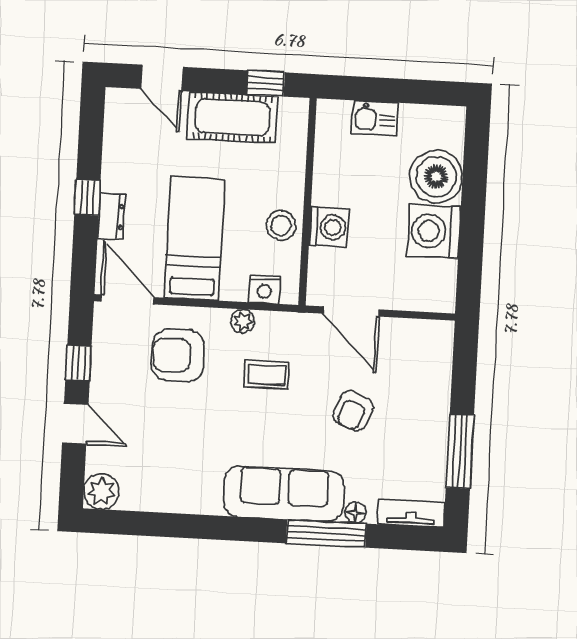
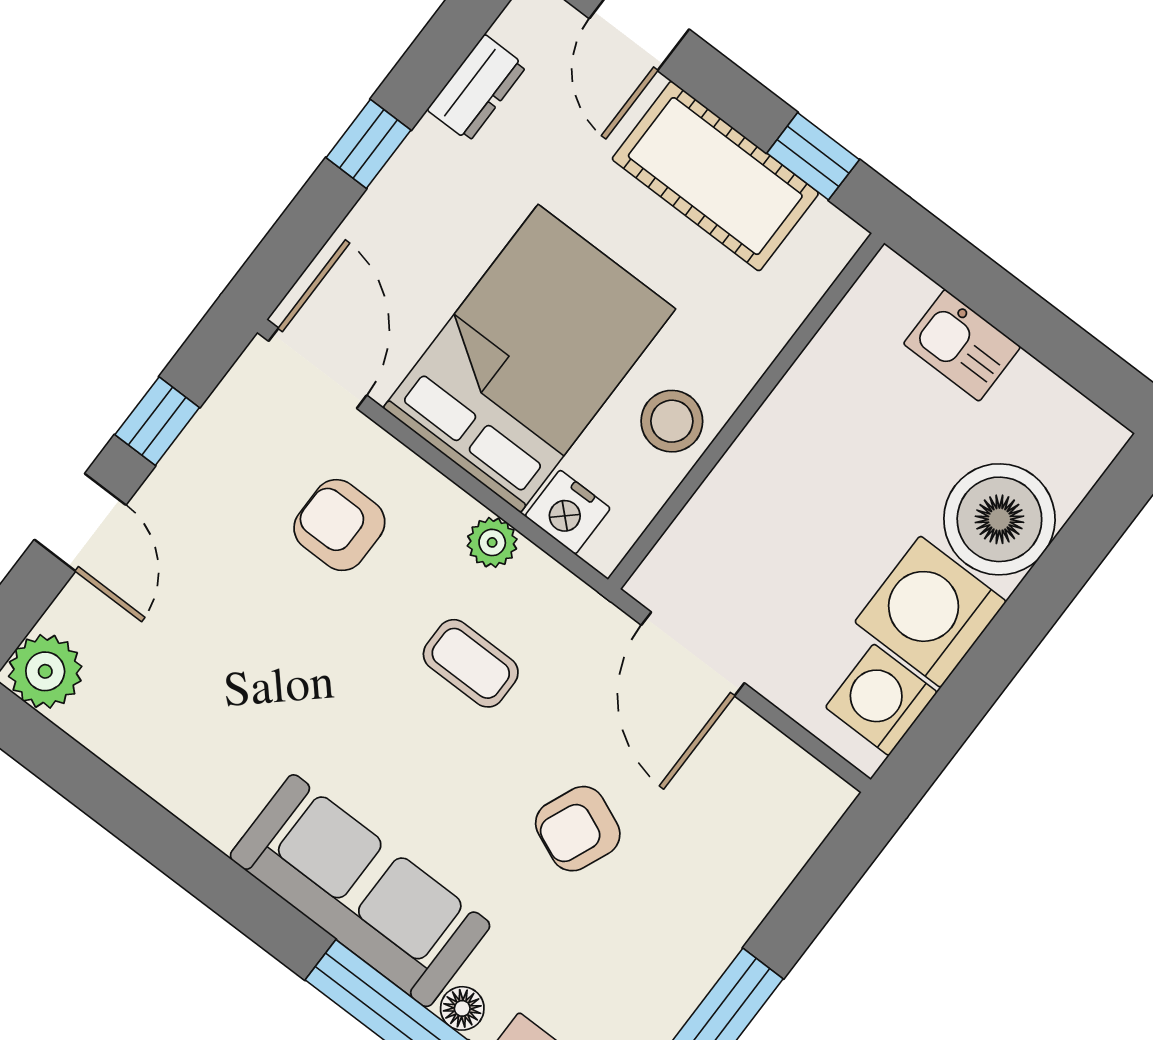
dresser: (111, 216) -> (477, 88), moved
washing machine: (329, 227) -> (881, 700), moved, turned 180
bed: (194, 238) -> (529, 359), width x1.50
armchair: (178, 355) -> (339, 525), width x0.72, depth x0.72

